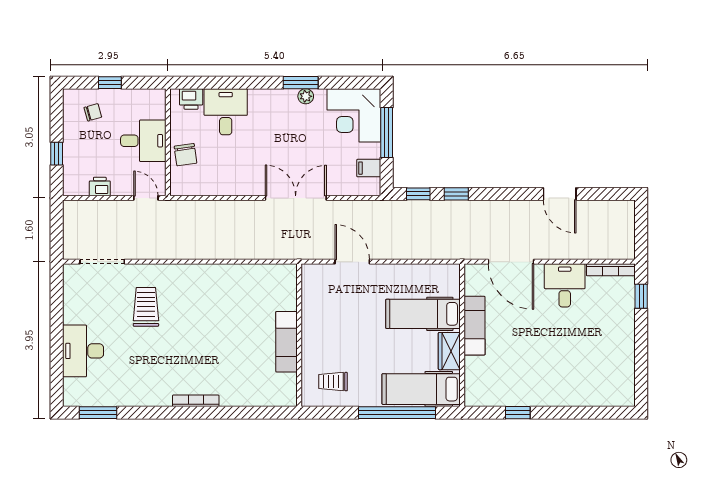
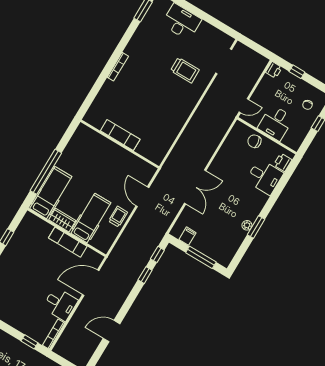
corner desk: (354, 115) -> (221, 245), removed
printer: (100, 186) -> (274, 70), moved
door: (352, 262) -> (142, 197), swing flipped
trolley: (333, 382) -> (118, 217), moved

